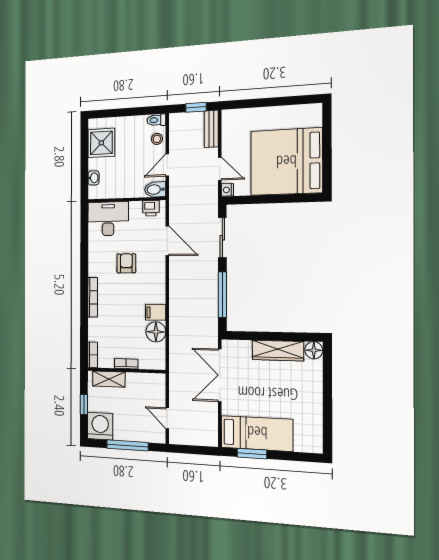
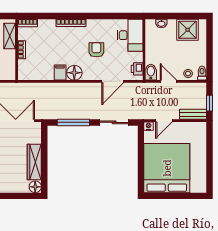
armchair: (126, 263) -> (96, 50), turned -90
floor lamp: (156, 332) -> (74, 73), moved

